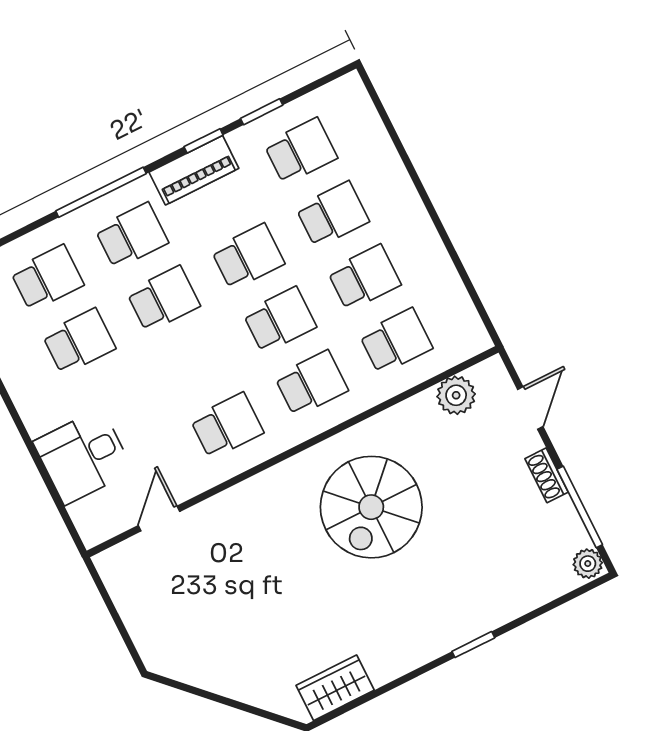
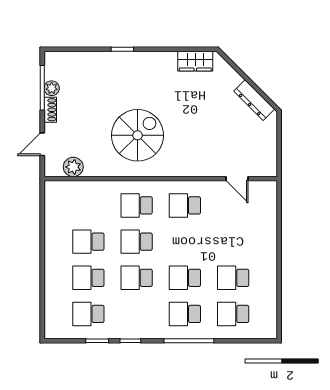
piano: (194, 170) -> (141, 330), removed
school desk: (396, 341) -> (88, 205), removed
desk: (83, 456) -> (257, 224), removed
door: (159, 518) -> (237, 179), hinge flipped
plant: (588, 564) -> (52, 88), moved
dresser: (198, 671) -> (254, 100), added

